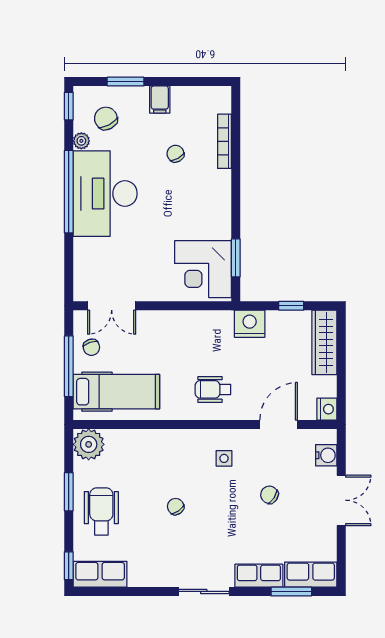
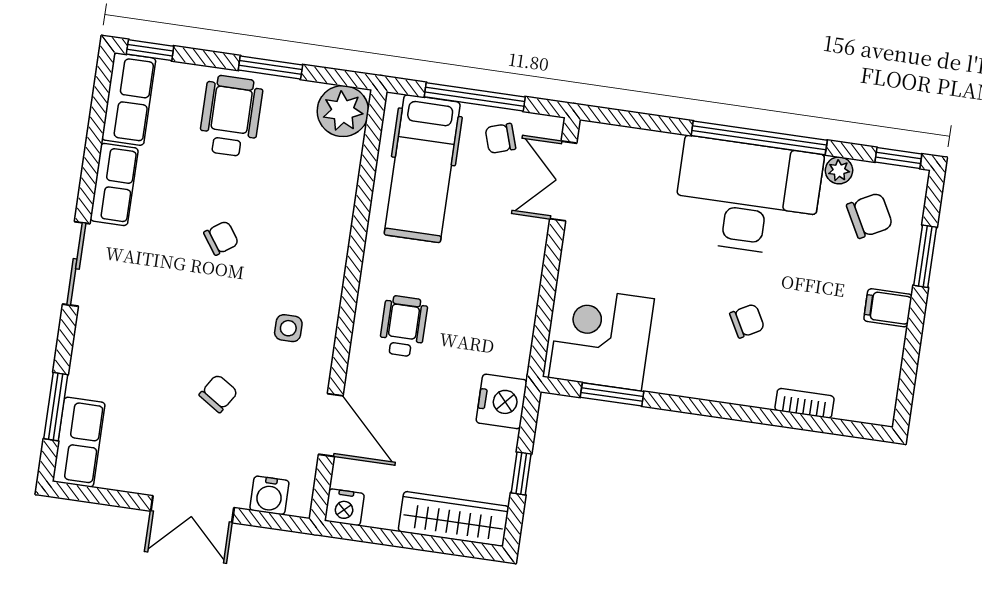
bookcase: (224, 141) -> (805, 403), width x0.64
chair: (175, 154) -> (747, 321), moved
wheelchair: (101, 511) -> (231, 116), turned -90
row of seats: (259, 576) -> (114, 184), moved

